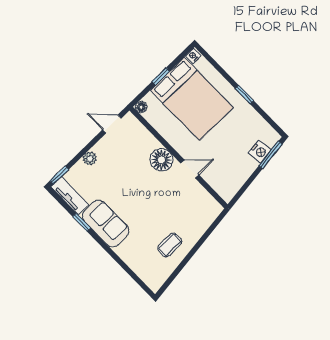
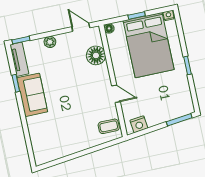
nightstand: (260, 151) -> (139, 124), moved
floor lamp: (162, 160) -> (96, 55), moved
coffee table: (170, 245) -> (109, 126), moved

